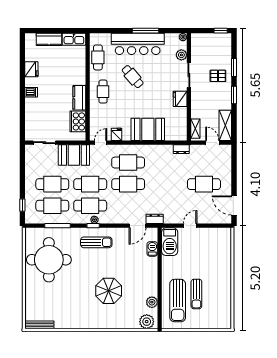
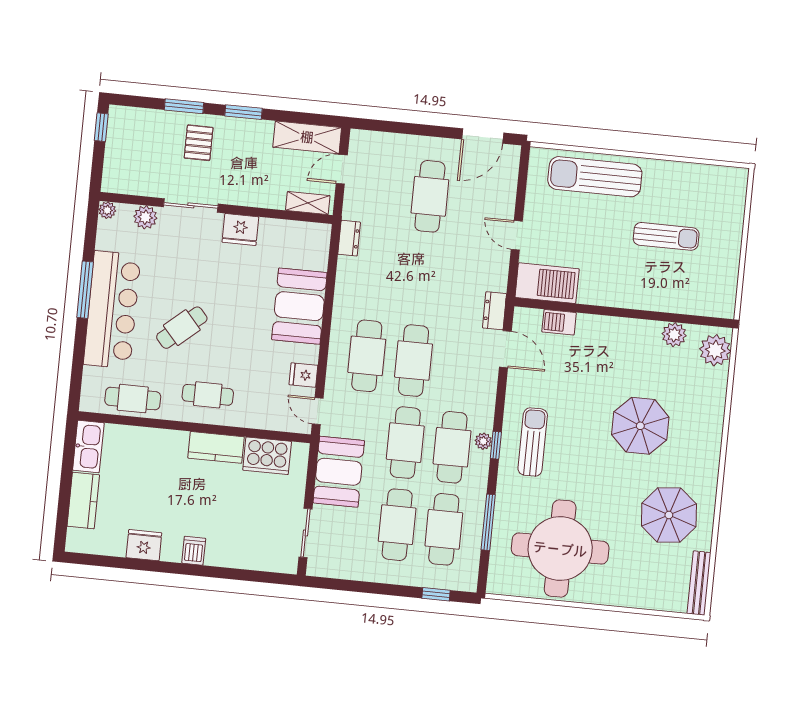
sun lounger: (178, 301) -> (595, 177), moved, turned 180
parasol: (69, 308) -> (669, 515), added

